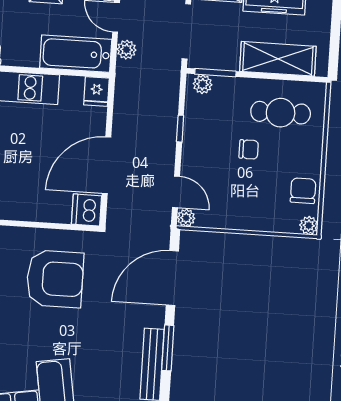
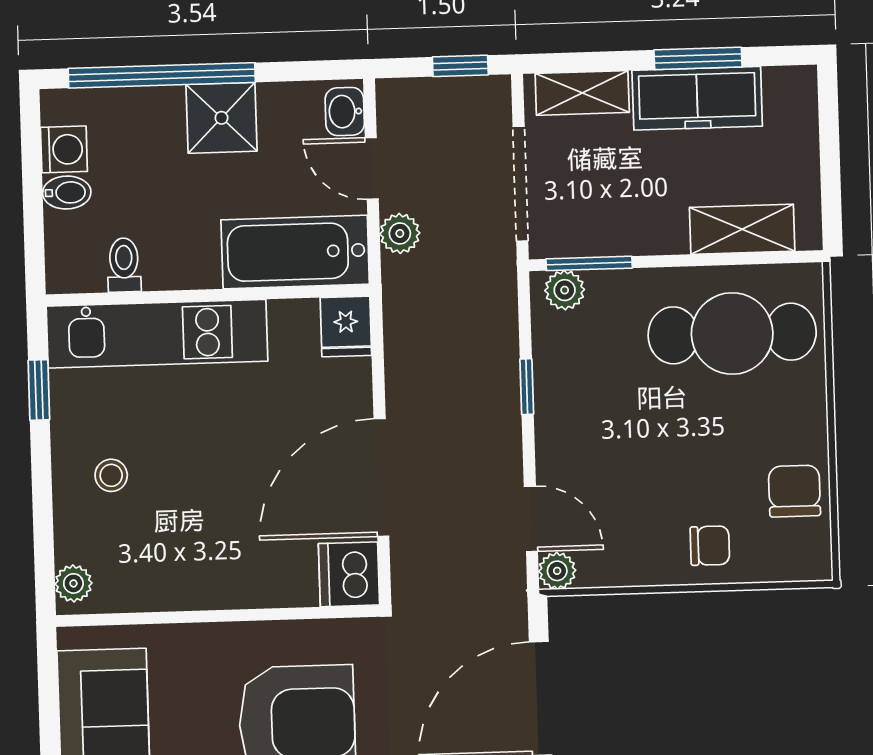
shelving: (278, 59) -> (742, 229), width x0.67, depth x0.75
cafe table: (281, 113) -> (732, 333), width x1.37, depth x1.35
chair: (249, 149) -> (710, 546), moved
plant: (309, 225) -> (813, 562), removed

